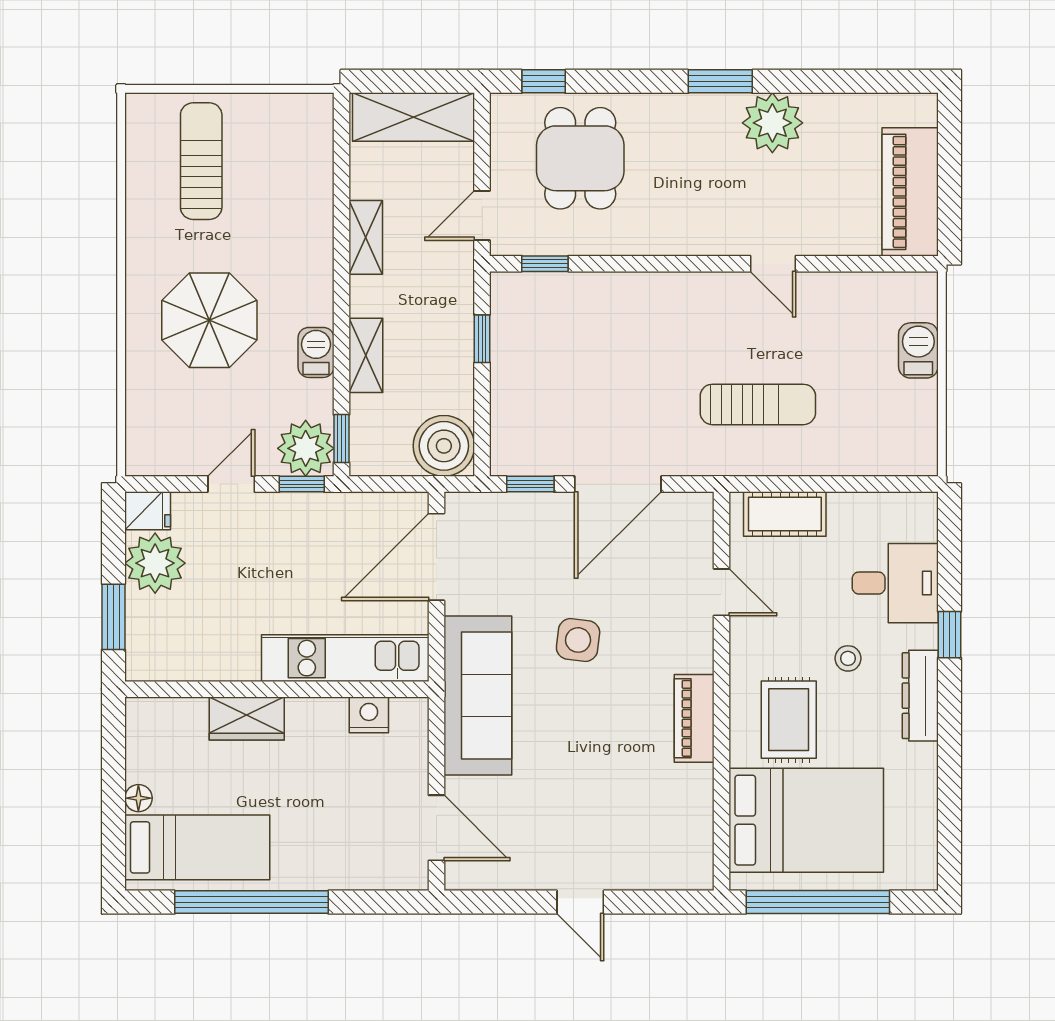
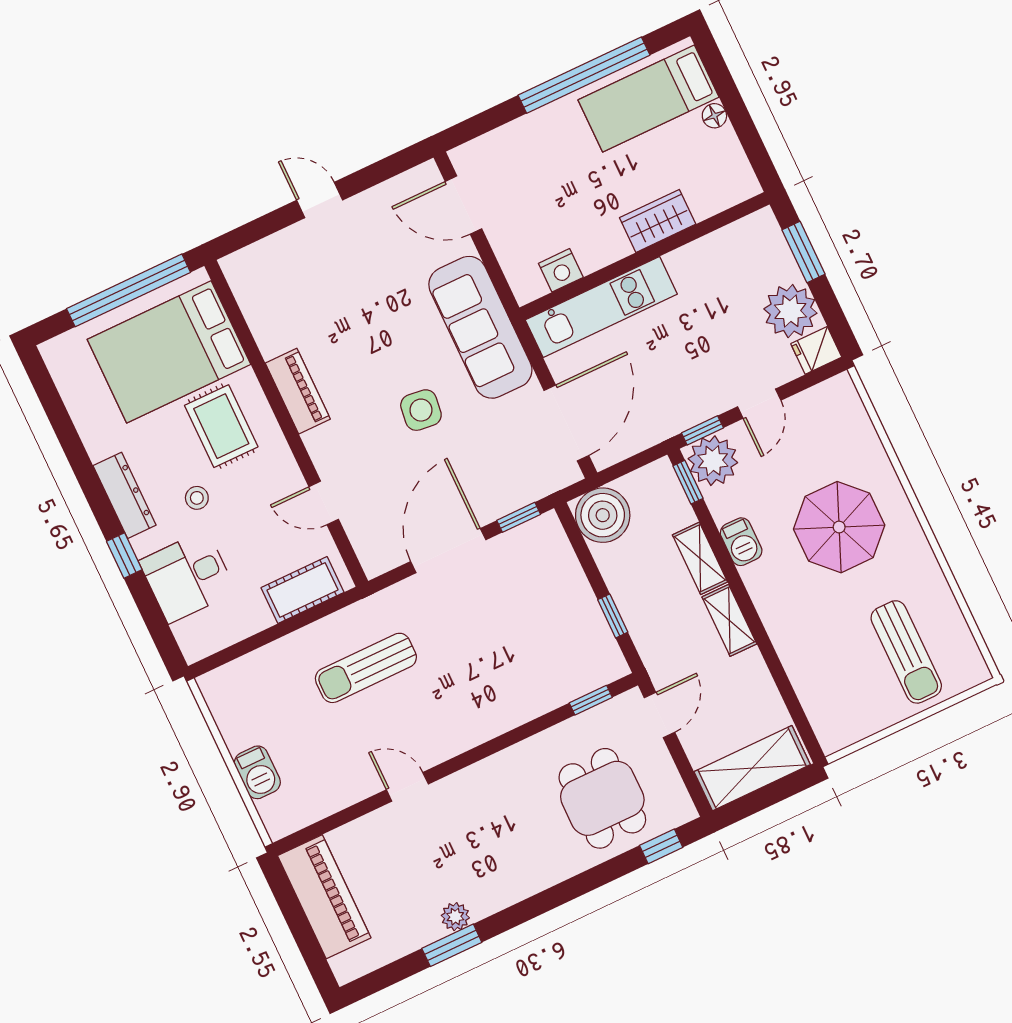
window: (720, 81) -> (452, 945), moved
plant: (772, 123) -> (455, 917), width x0.53, depth x0.53
shelving: (366, 237) -> (729, 620), moved

